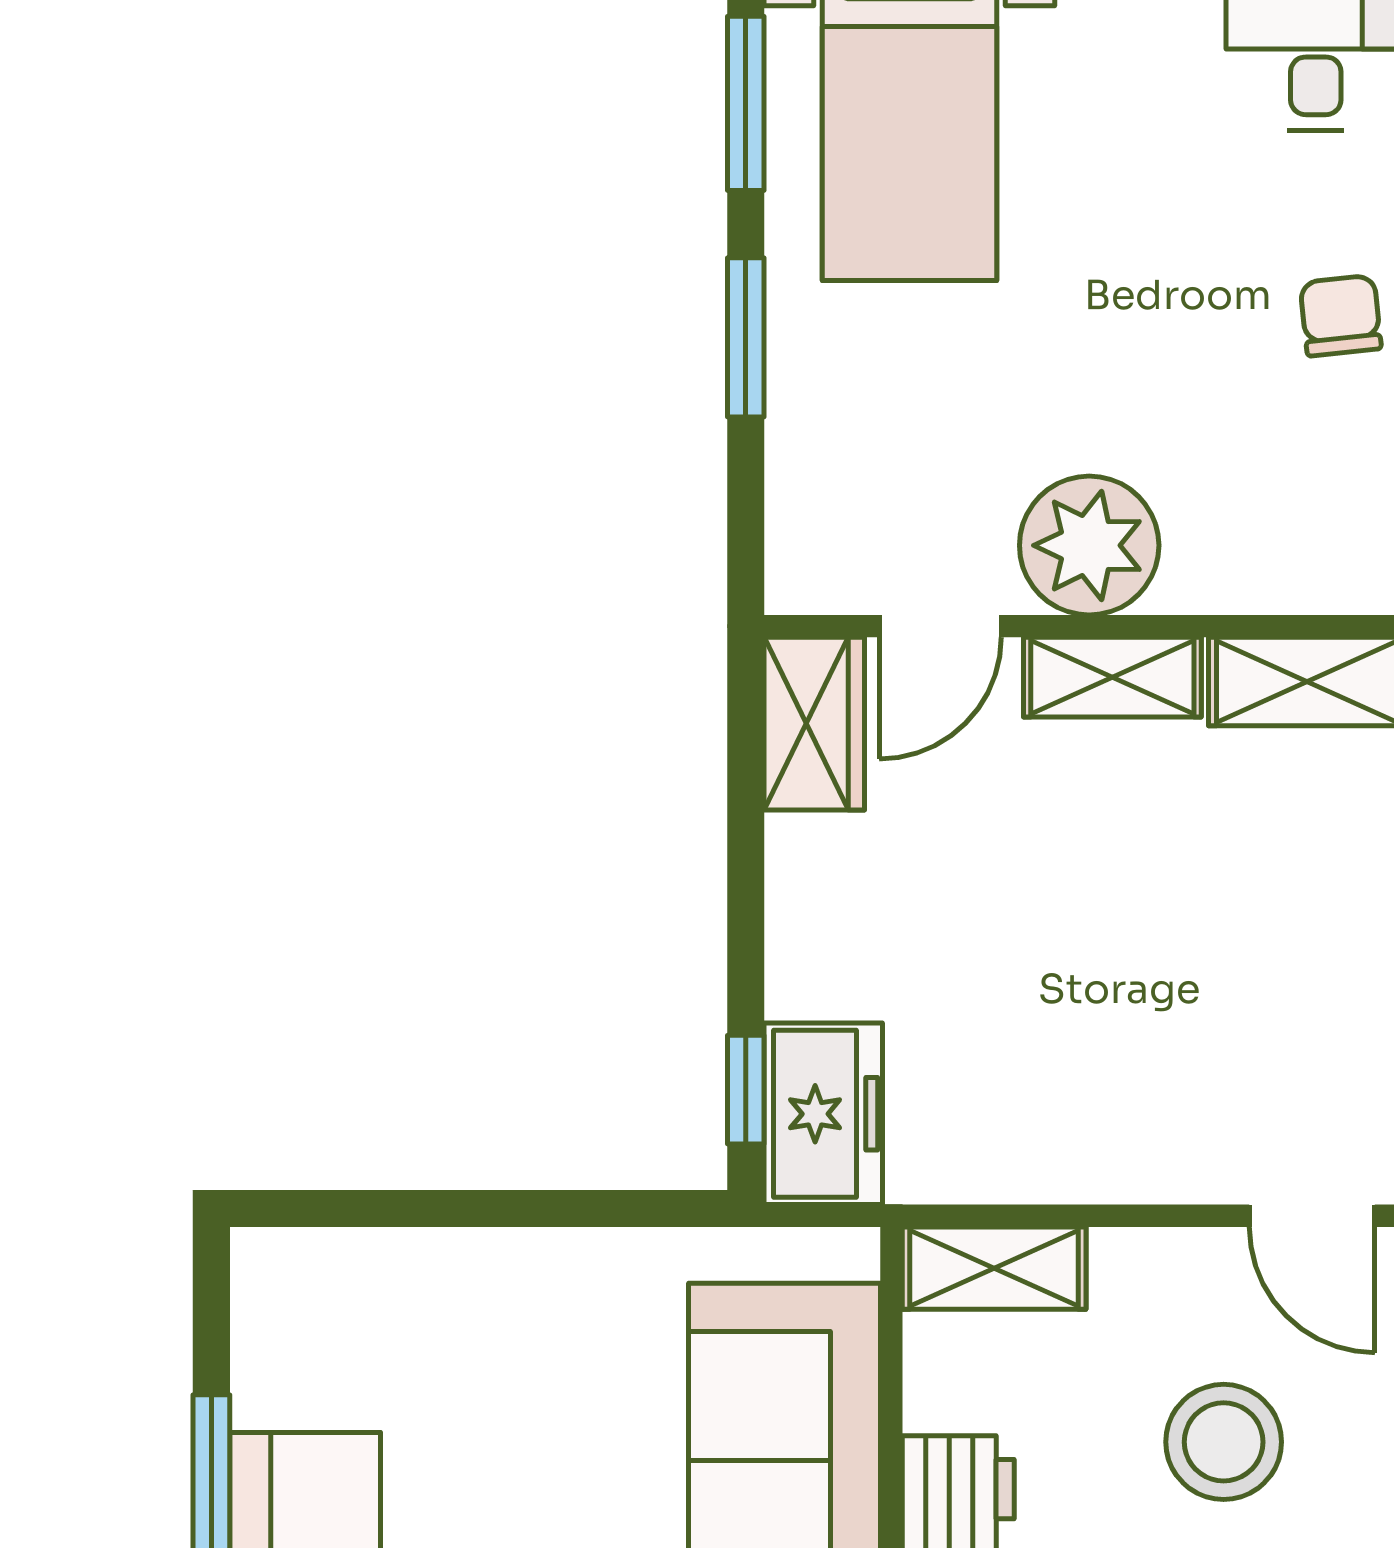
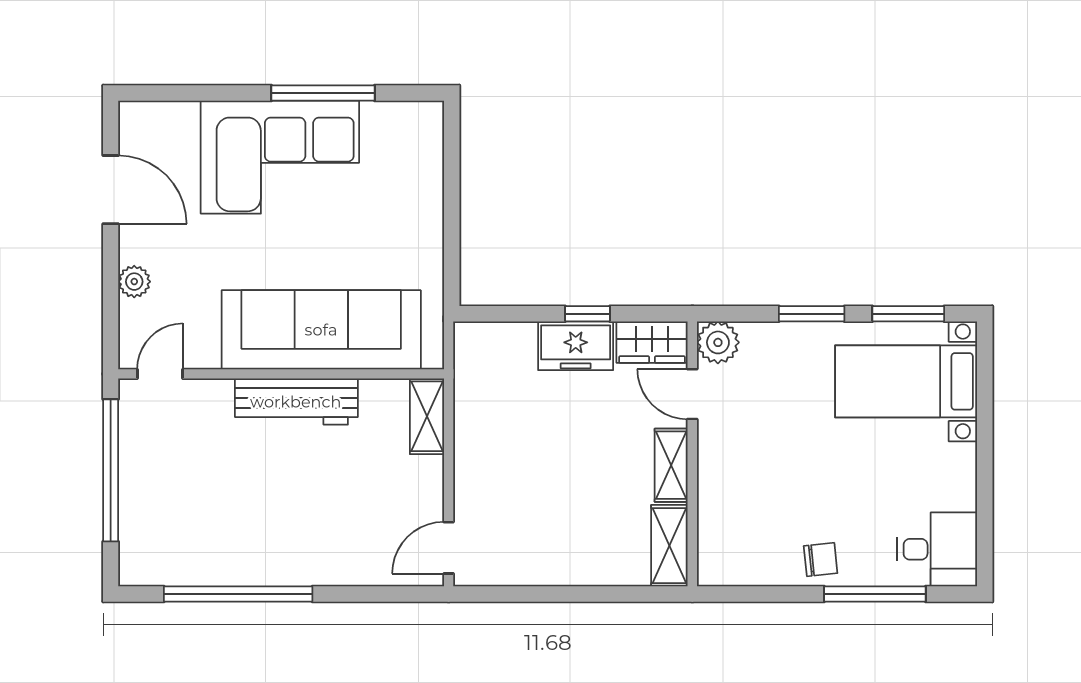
plant: (1089, 545) -> (718, 342), moved, width x0.73, depth x0.73
window: (746, 1090) -> (587, 314), moved
freezer: (823, 1114) -> (576, 346), moved
stool: (1224, 1442) -> (355, 511), removed

